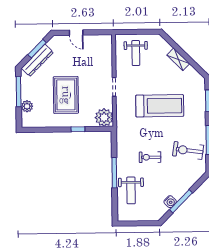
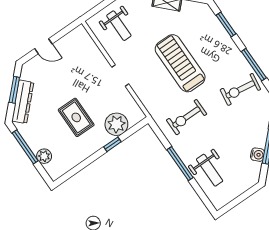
rug: (66, 95) -> (76, 117), width x0.73, depth x0.70
treadmill: (160, 106) -> (180, 63), turned -90
plant: (104, 118) -> (116, 124), moved
exercise bike: (150, 157) -> (187, 117), moved, width x1.38, depth x1.39

